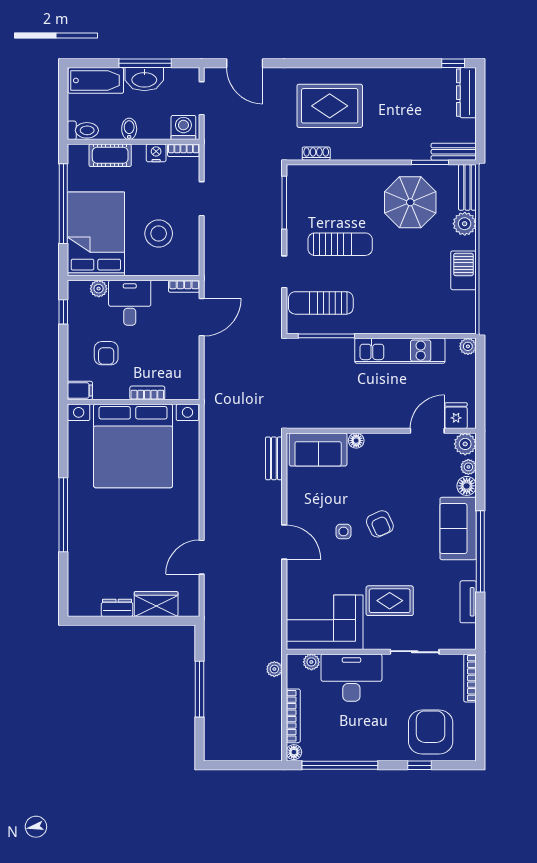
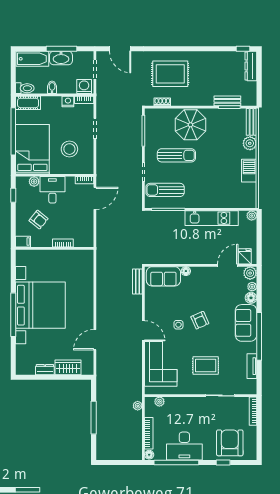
bench: (454, 152) -> (227, 101), moved
cot: (110, 155) -> (28, 103), moved
parasol: (410, 202) -> (190, 125), moved
armchair: (106, 353) -> (39, 220), turned -51
bed with nightstands: (133, 446) -> (40, 305), moved, turned -90
corner sofa: (325, 622) -> (161, 364), moved, turned 90
desk: (351, 678) -> (184, 446), moved, turned 180

